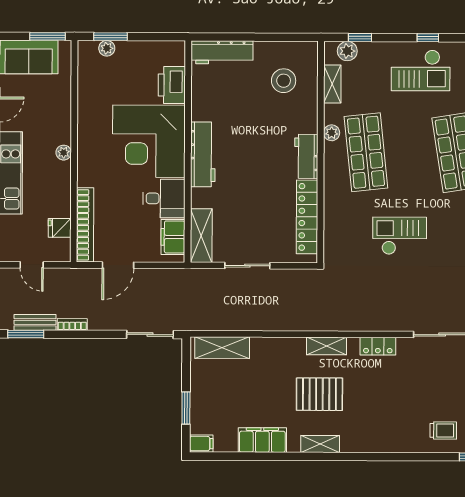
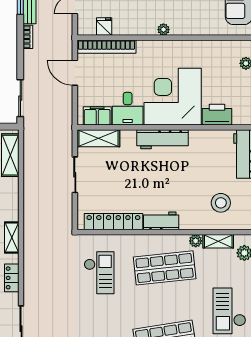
plant: (332, 133) -> (196, 241), moved
checkout: (400, 236) -> (99, 273), moved

